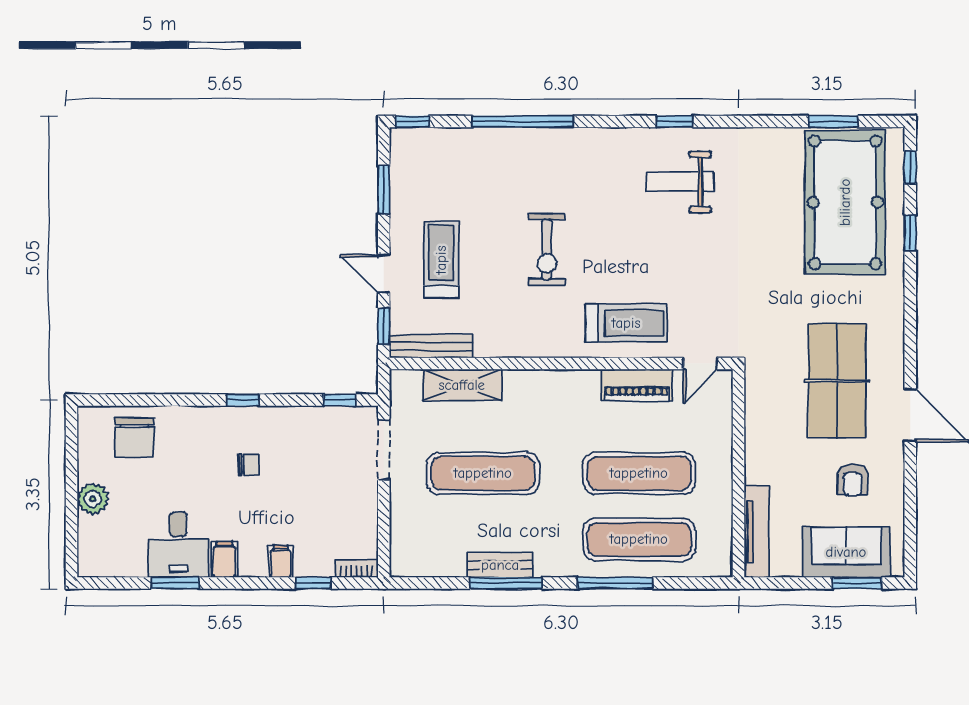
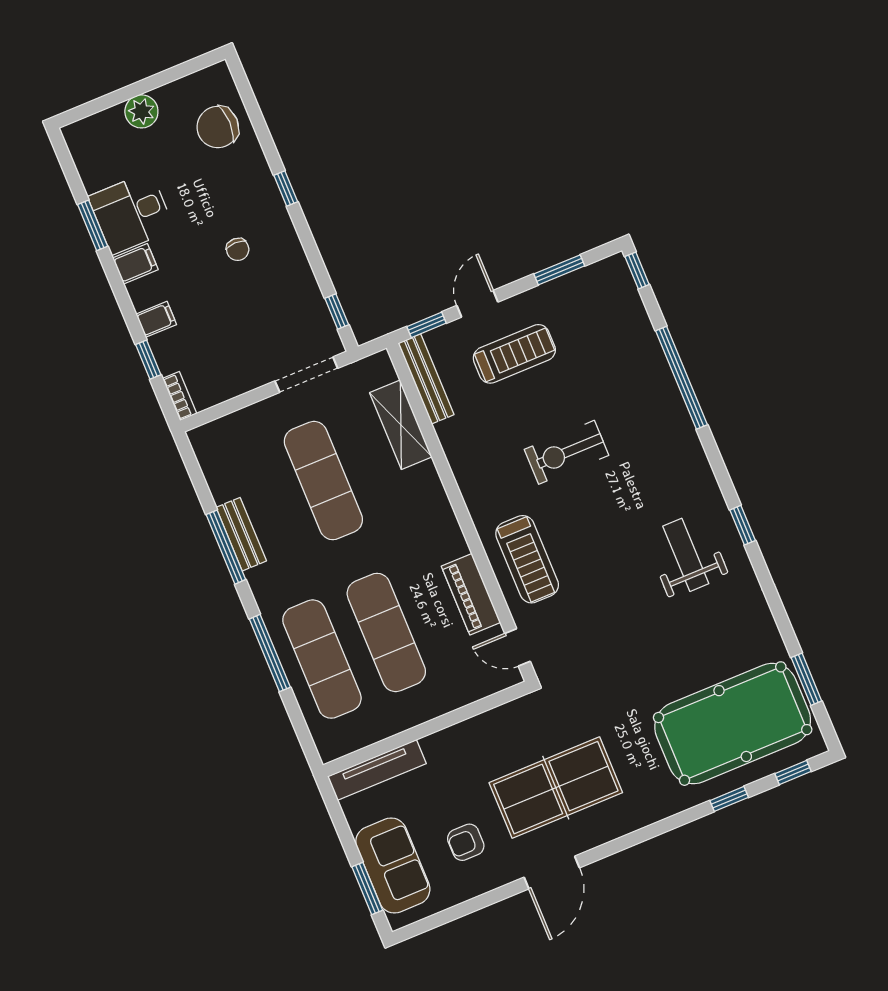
window: (243, 400) -> (286, 189), moved

